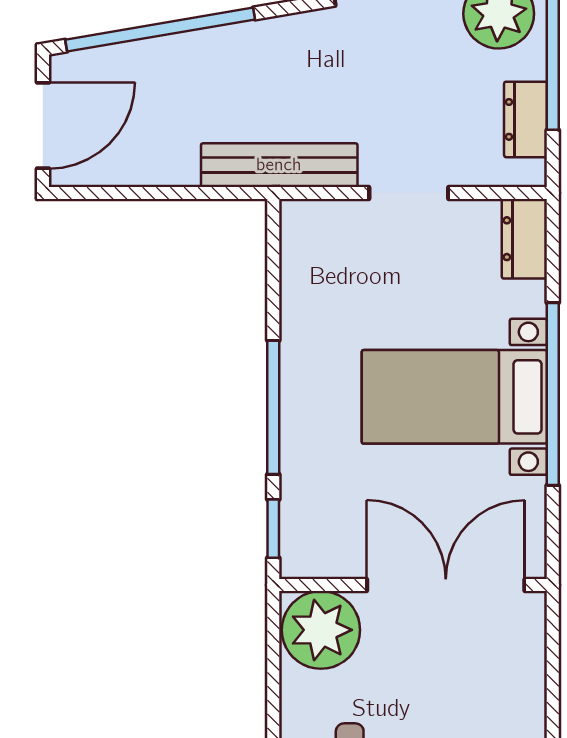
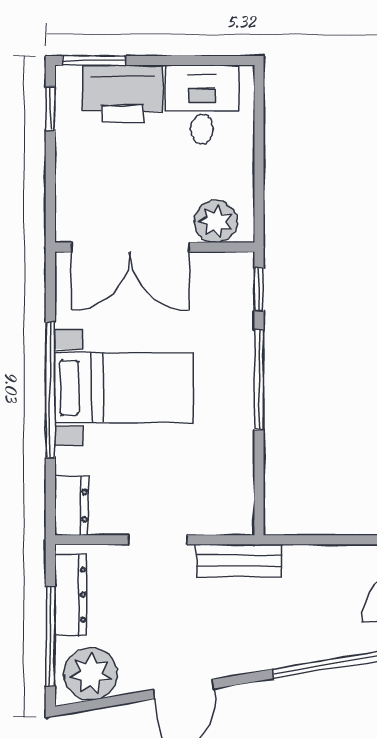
dresser: (526, 119) -> (71, 595), width x1.44
bench: (279, 165) -> (239, 561), width x0.73
plant: (321, 630) -> (216, 221), width x0.73, depth x0.73

